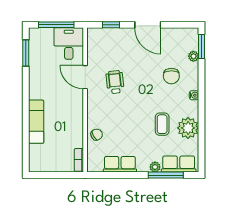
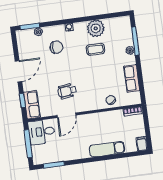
row of seats: (179, 164) -> (32, 105), moved, turned 180
filing cabinet: (37, 166) -> (142, 144), added

